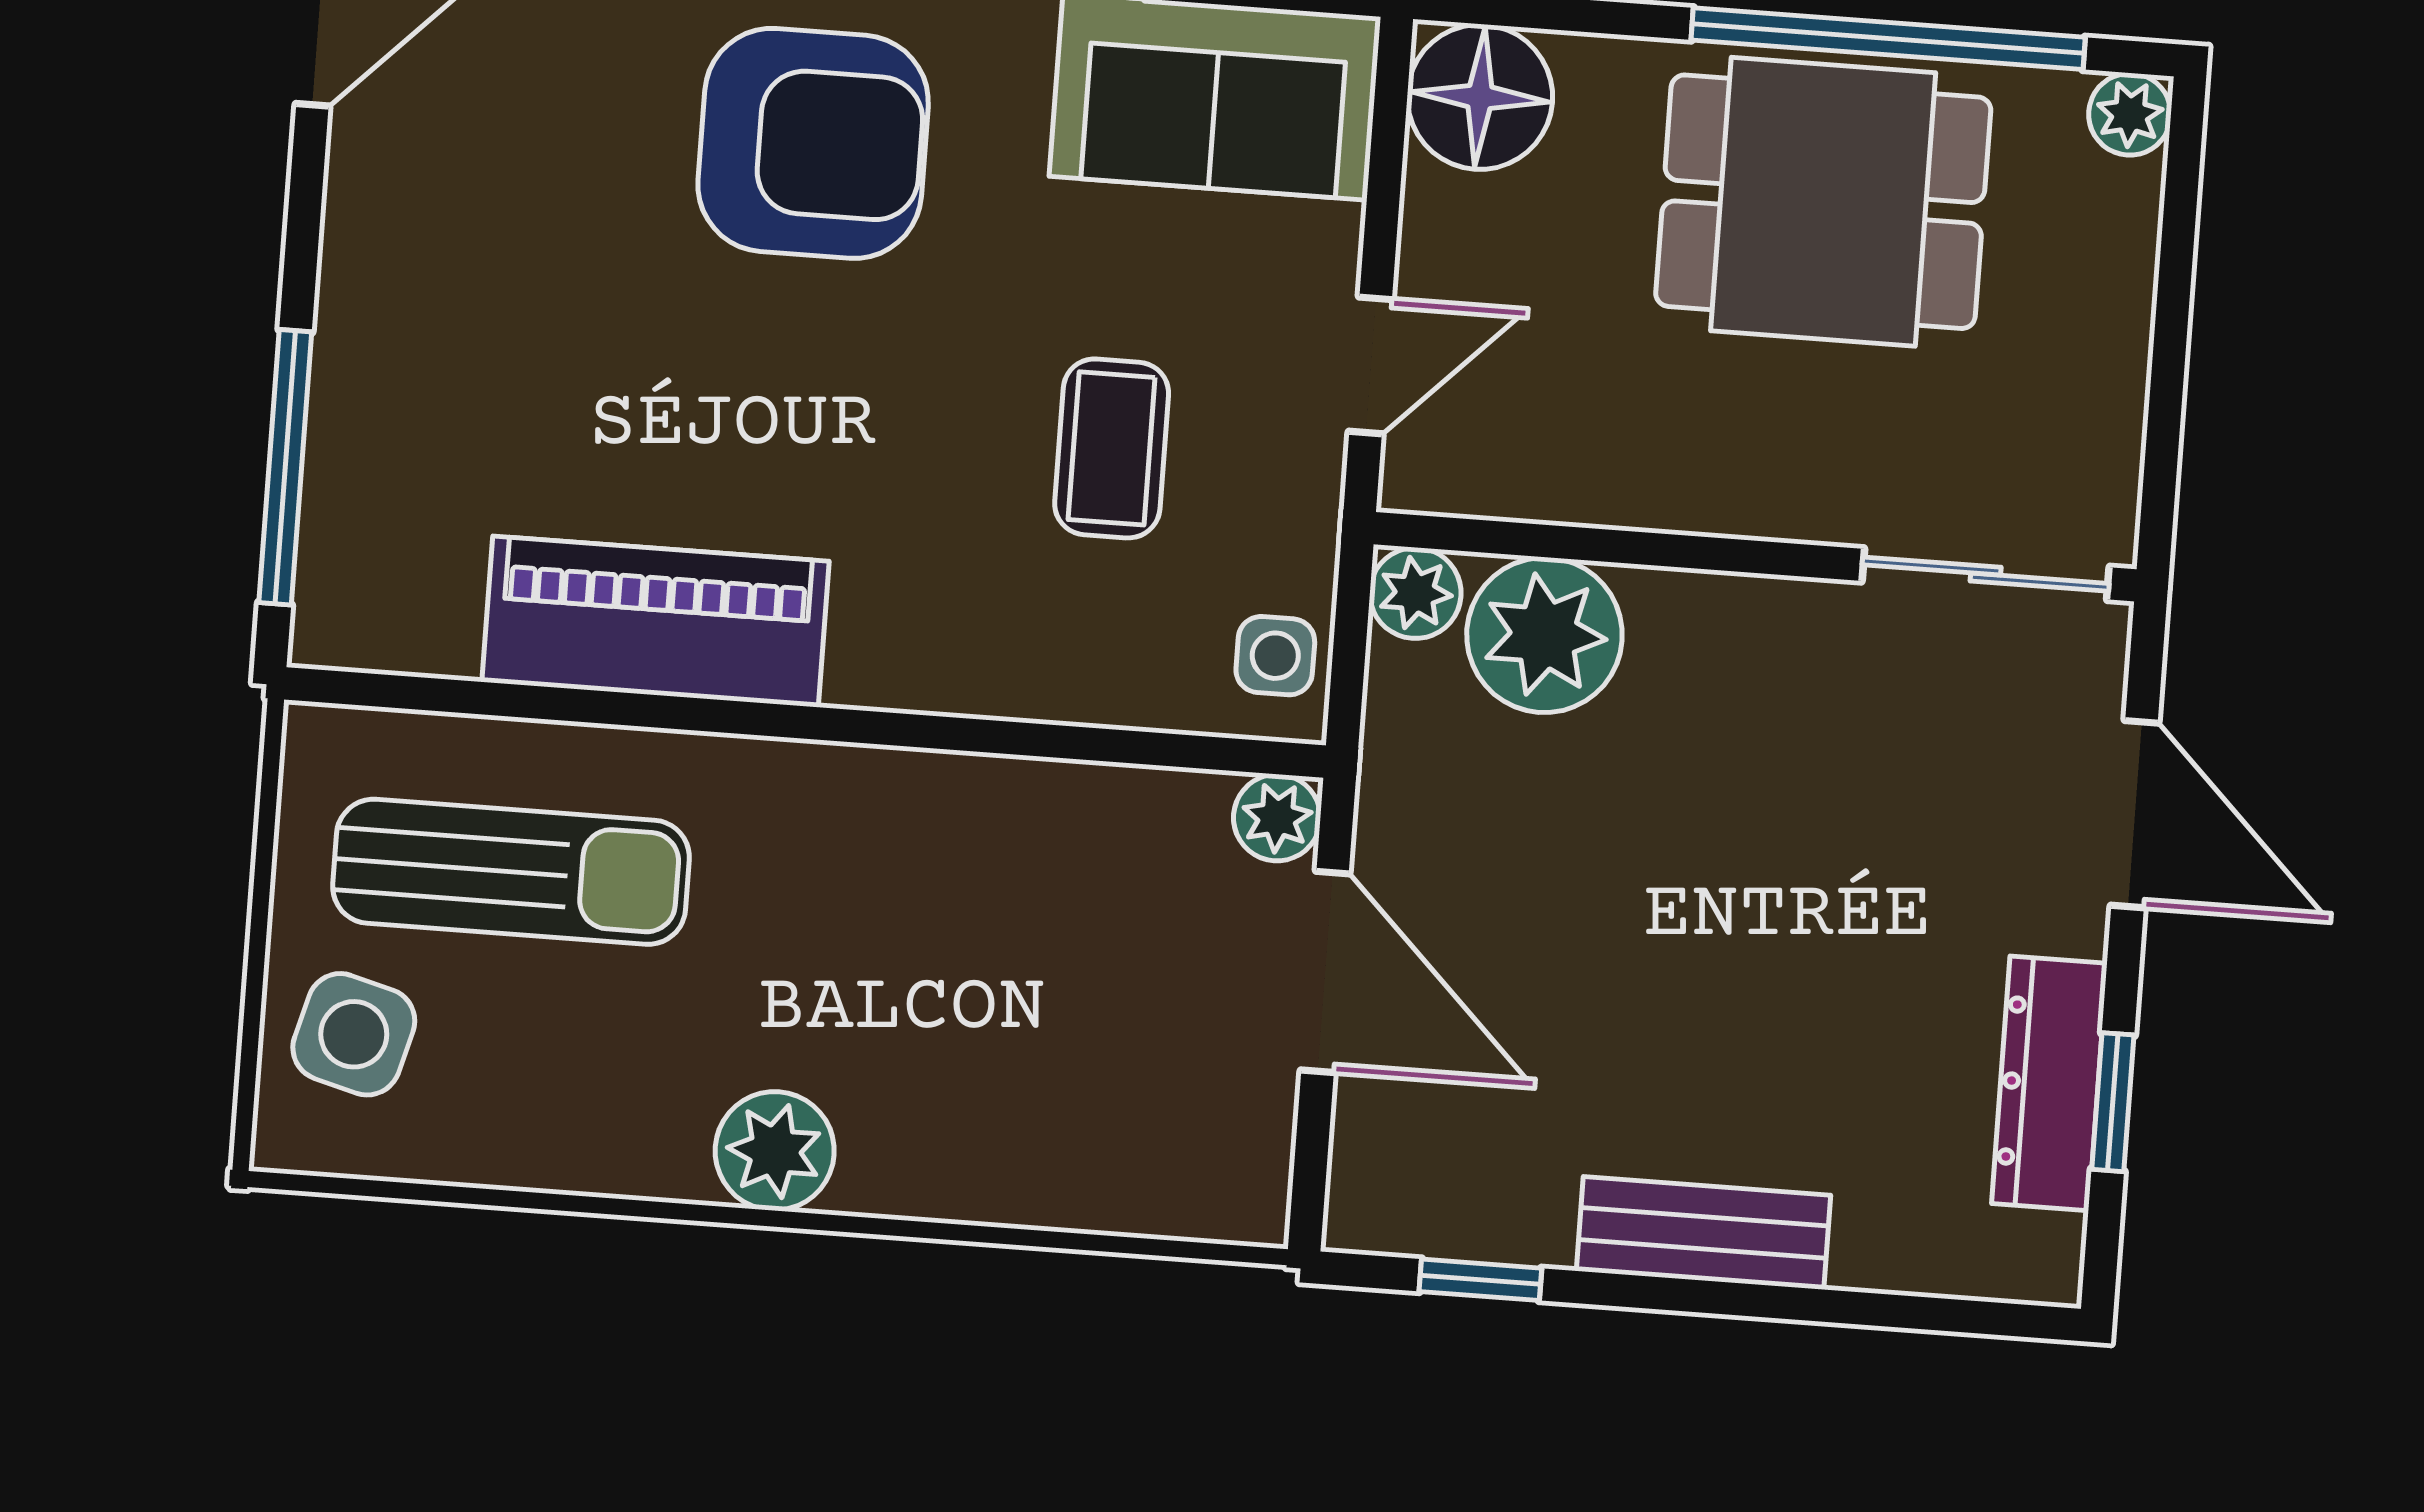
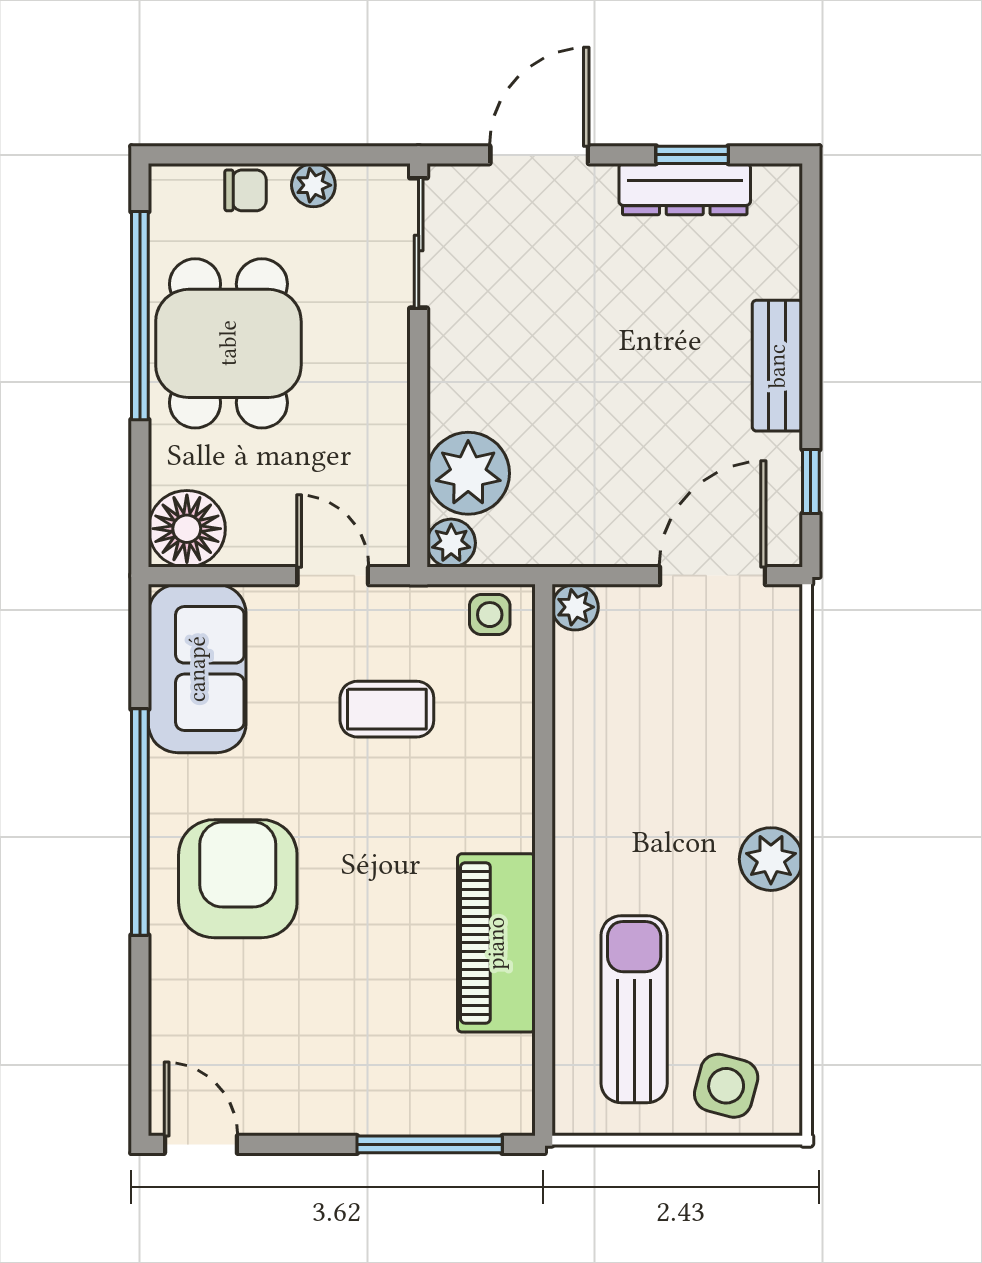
plant: (2130, 114) -> (313, 185), moved
chair: (2109, 255) -> (245, 190), added
door: (1325, 972) -> (713, 576), moved

